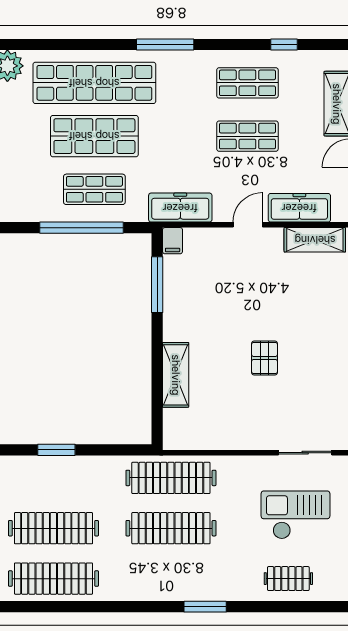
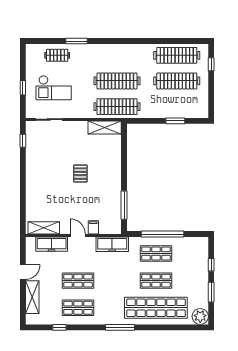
shop shelf: (94, 136) -> (156, 281), width x0.70, depth x0.74
door: (248, 225) -> (78, 235), swing flipped
filing cabinet: (173, 241) -> (93, 227), moved
pallet: (264, 358) -> (80, 174), moved
shelving: (176, 375) -> (105, 127), moved, turned 90
window: (205, 607) -> (77, 41), moved

